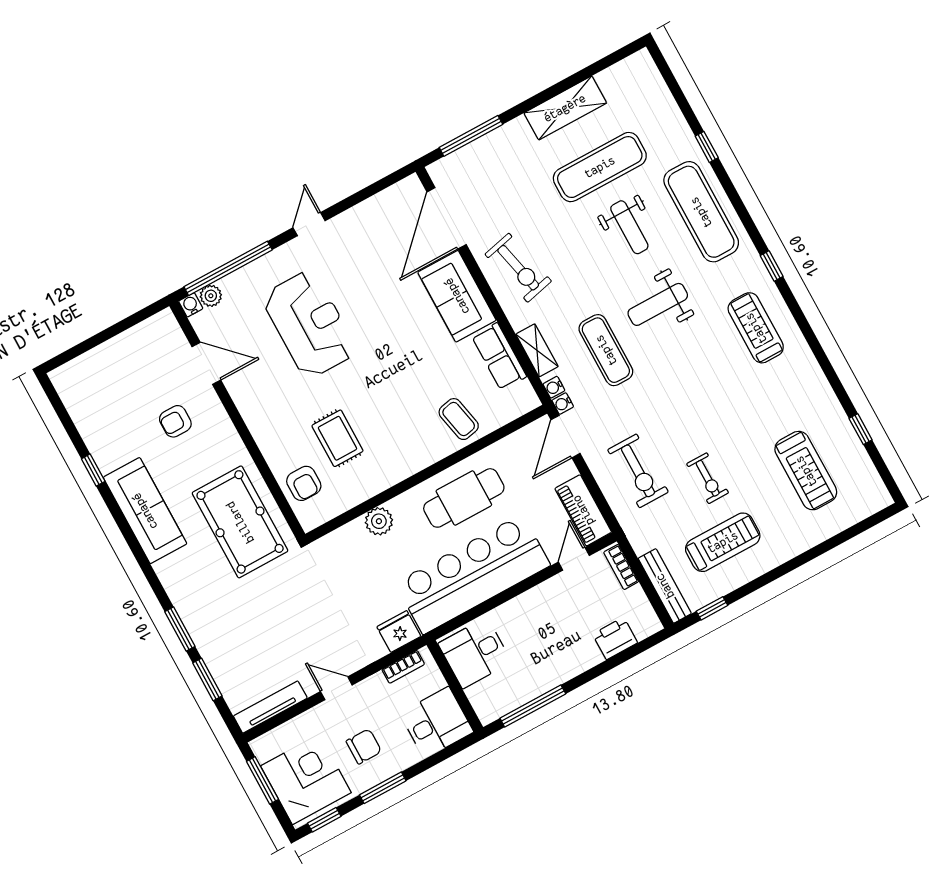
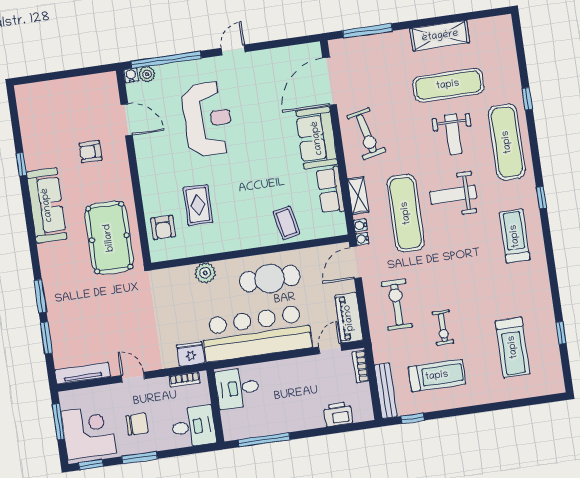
exercise mat: (606, 350) -> (406, 213), width x1.36, depth x1.45
exercise bike: (638, 471) -> (397, 305), turned 180

